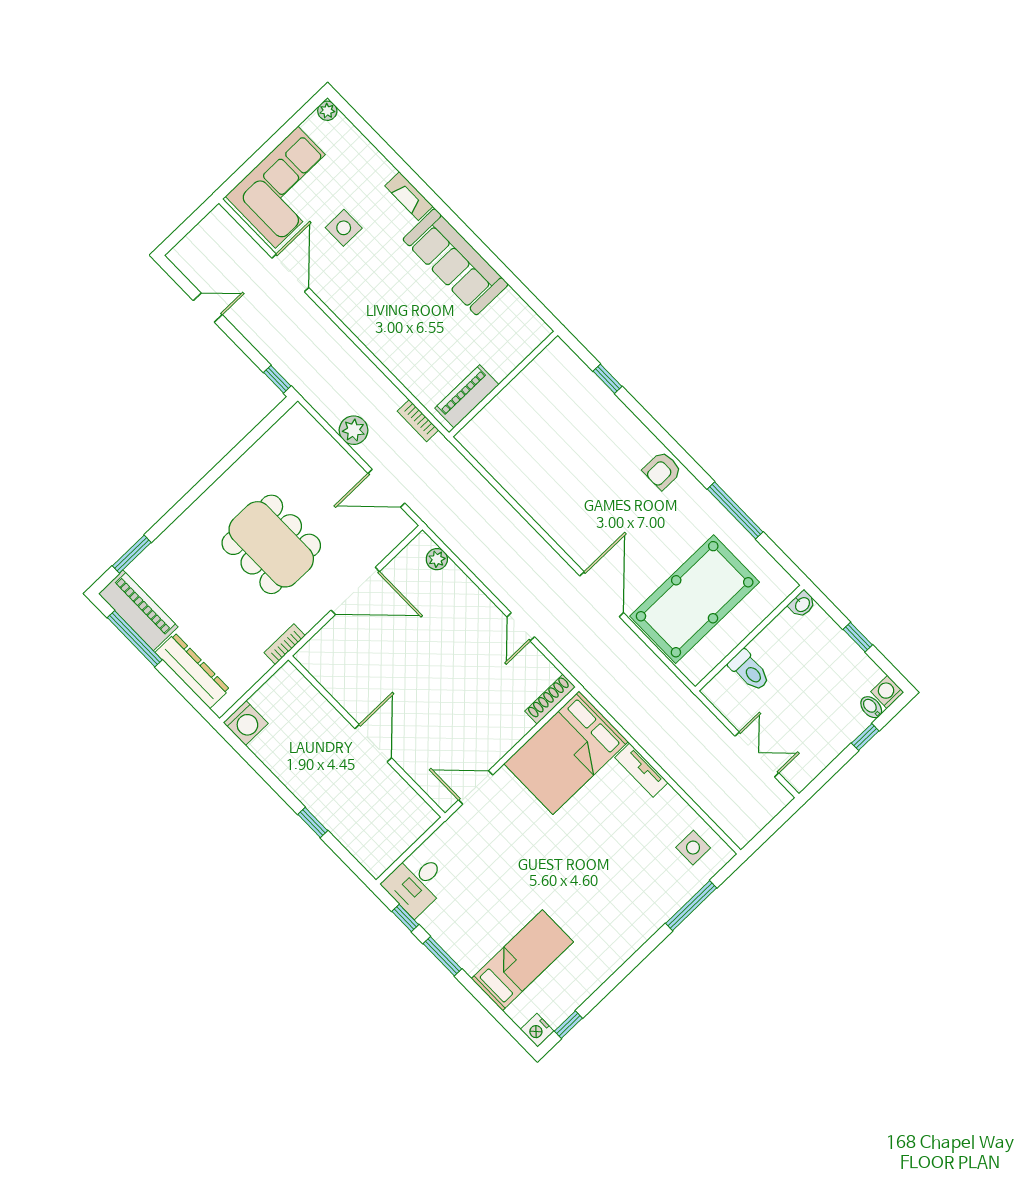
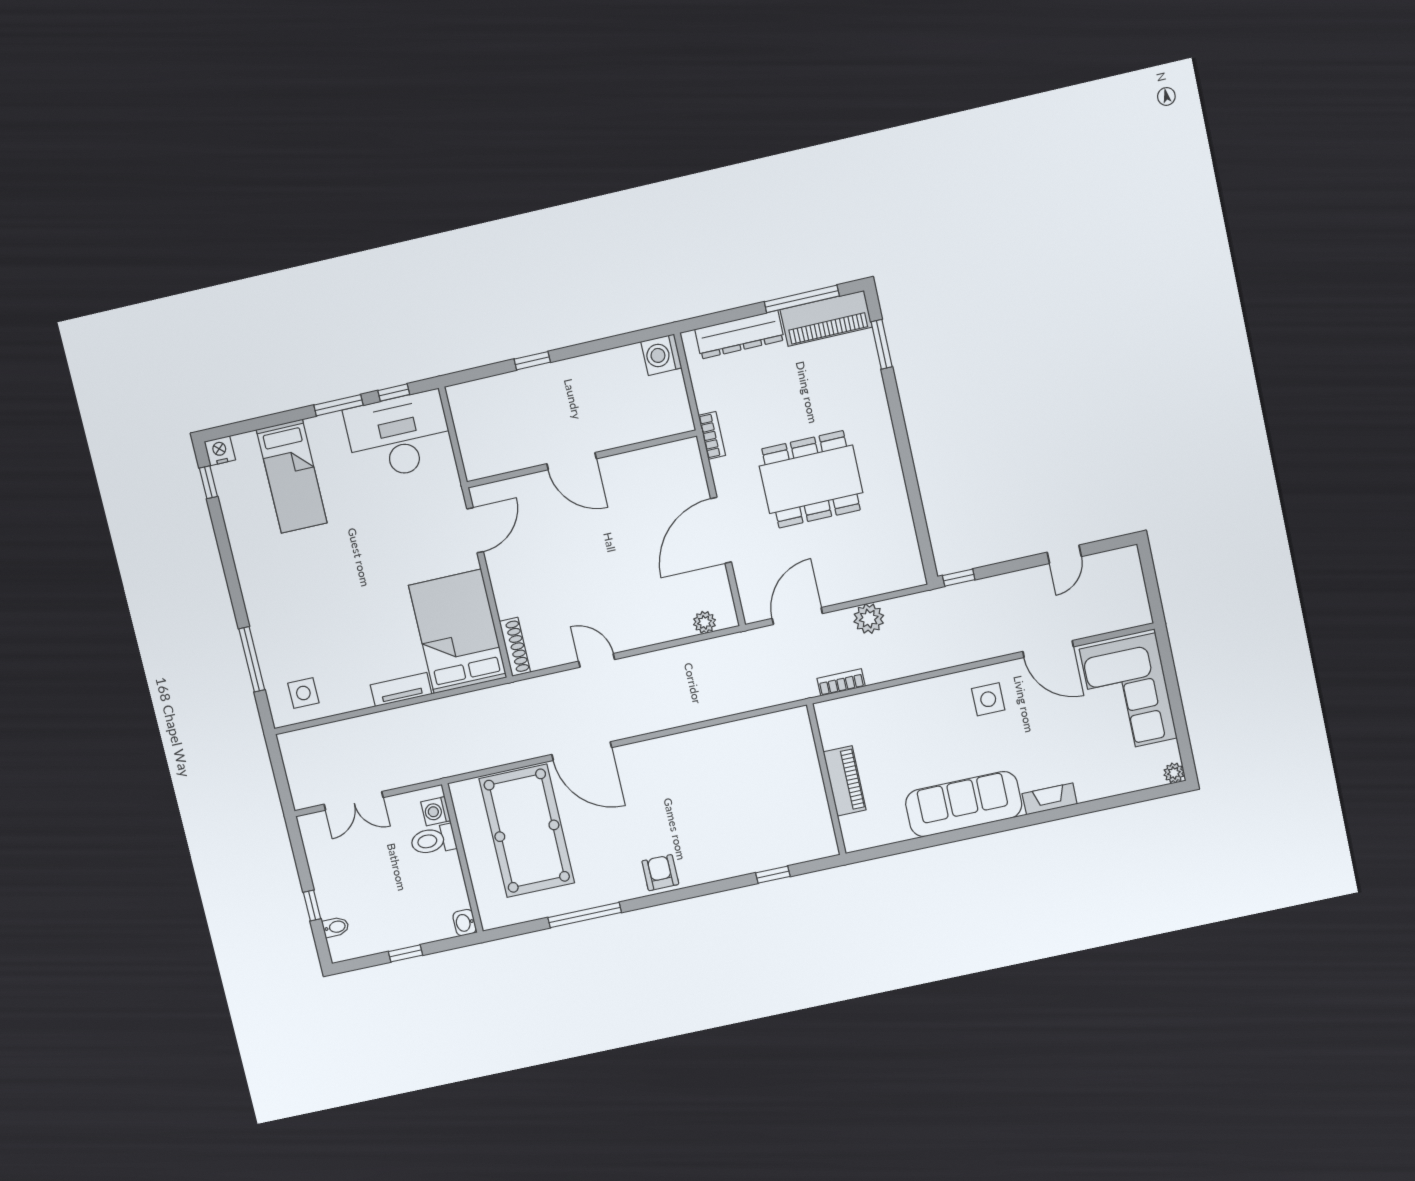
side table: (344, 228) -> (988, 699), moved
piano: (467, 396) -> (845, 781), moved
washing machine: (887, 692) -> (436, 811), moved, turned 180
desk: (416, 883) -> (399, 436), width x1.87, depth x1.30

